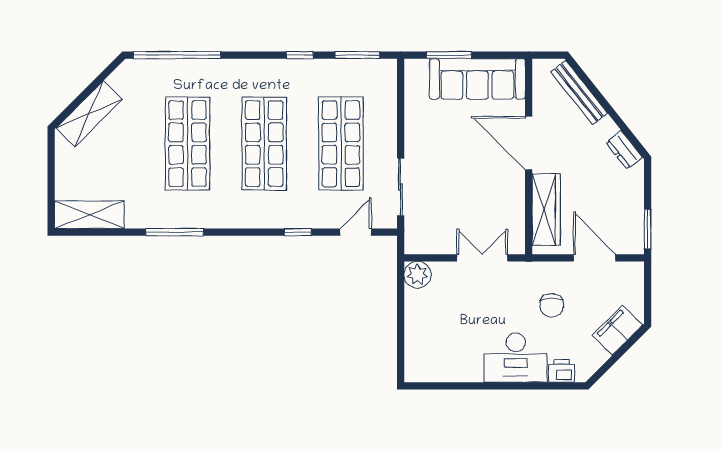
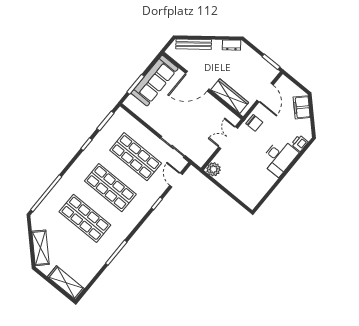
shelving: (89, 215) -> (66, 283), moved, turned 90
door: (594, 258) -> (265, 93), swing flipped
chair: (552, 305) -> (254, 123), moved

